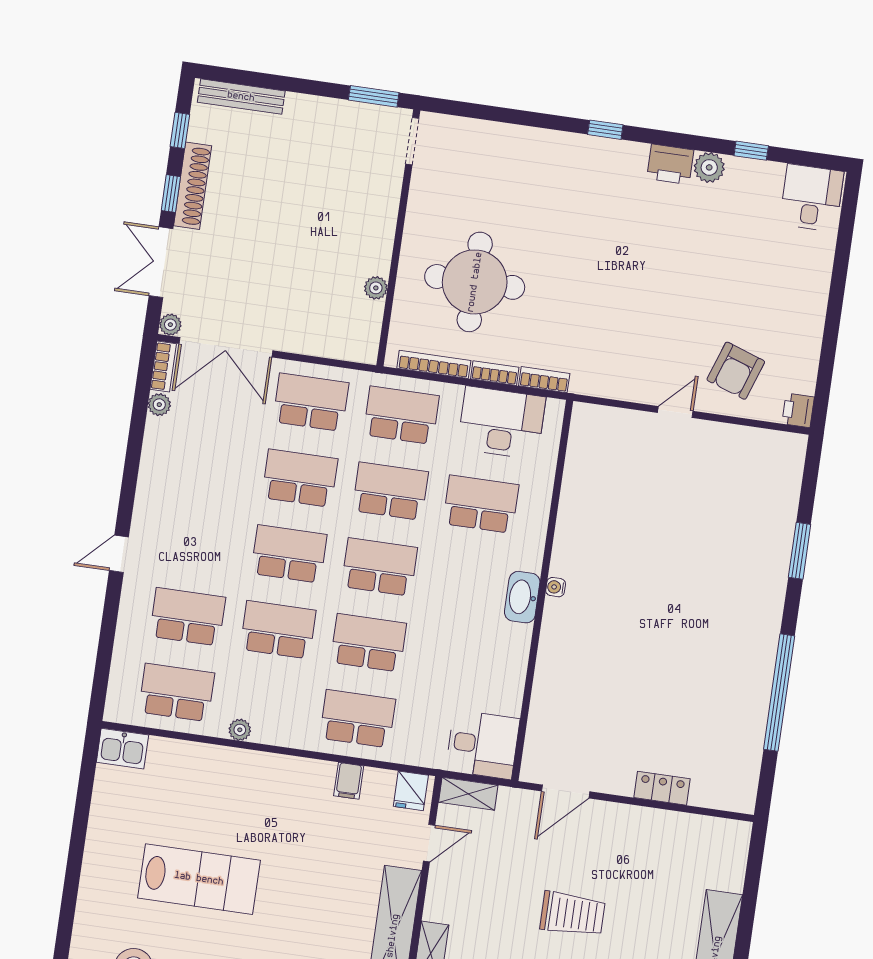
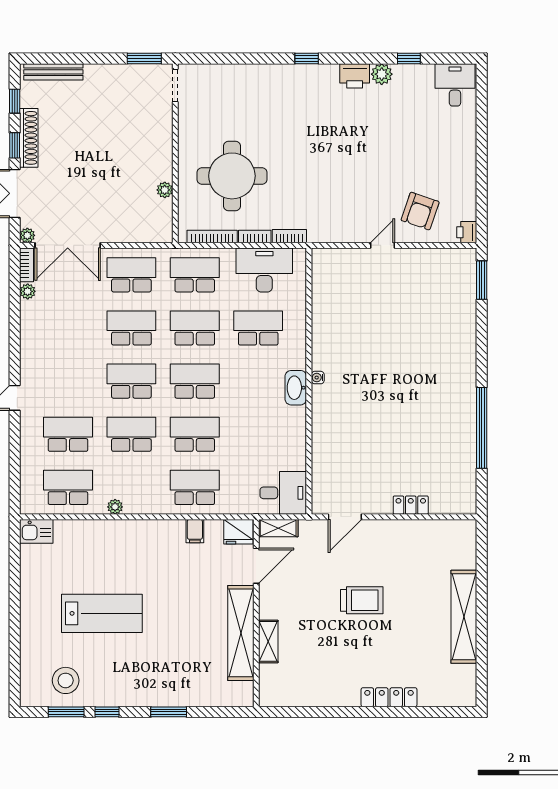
window: (800, 551) -> (482, 280), moved
fridge: (411, 791) -> (238, 532), width x1.38
door: (429, 843) -> (256, 566), width x1.38

